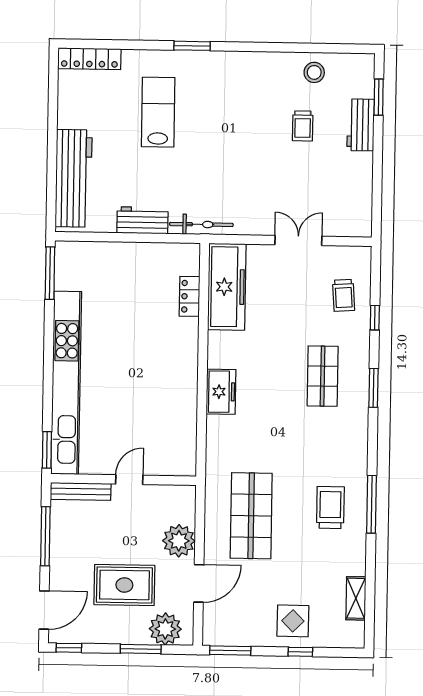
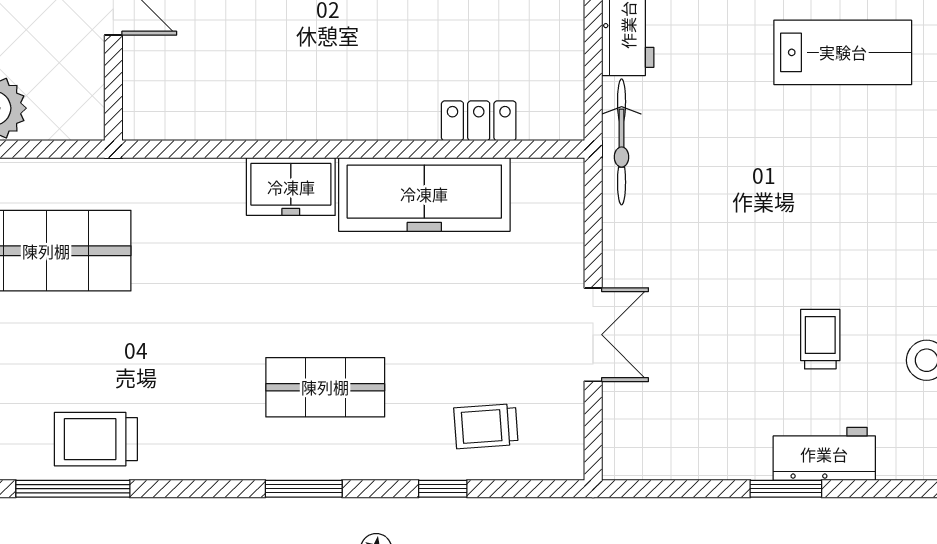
window: (379, 97) -> (786, 489), moved
trolley: (303, 126) -> (820, 339), turned 90
freezer: (227, 287) -> (424, 194), moved
trolley: (330, 507) -> (96, 439), moved, turned 180

